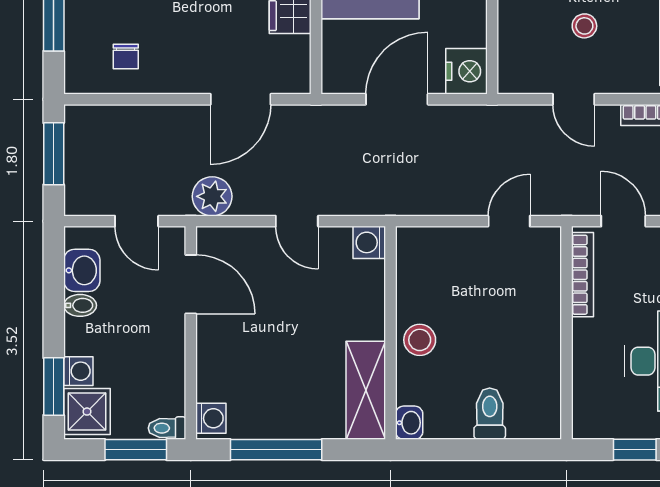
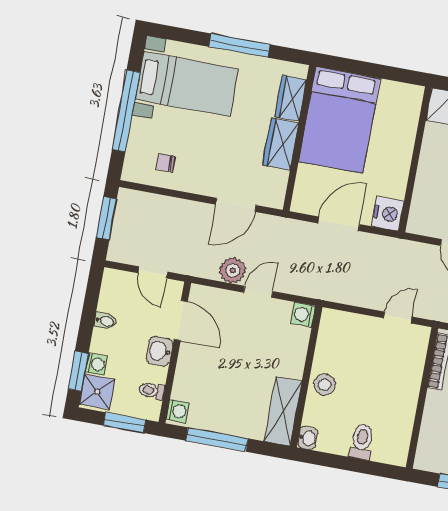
chair: (126, 56) -> (165, 163), turned 90
plant: (212, 196) -> (233, 270), moved
door: (297, 221) -> (258, 292), swing flipped
washbasin: (82, 270) -> (159, 351), moved, turned 180
toilet: (167, 428) -> (152, 391), moved

